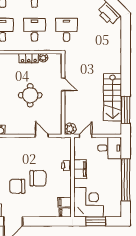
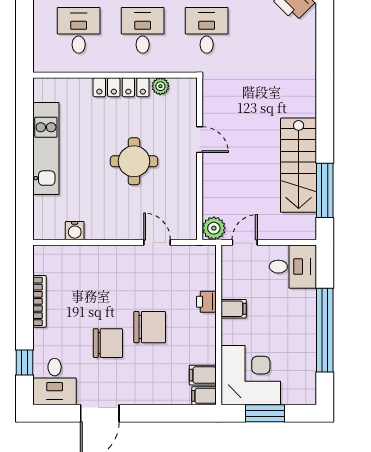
locker: (29, 58) -> (121, 87), width x1.53
filing cabinet: (80, 169) -> (234, 309), width x0.50
chair: (17, 186) -> (108, 343), turned 180

